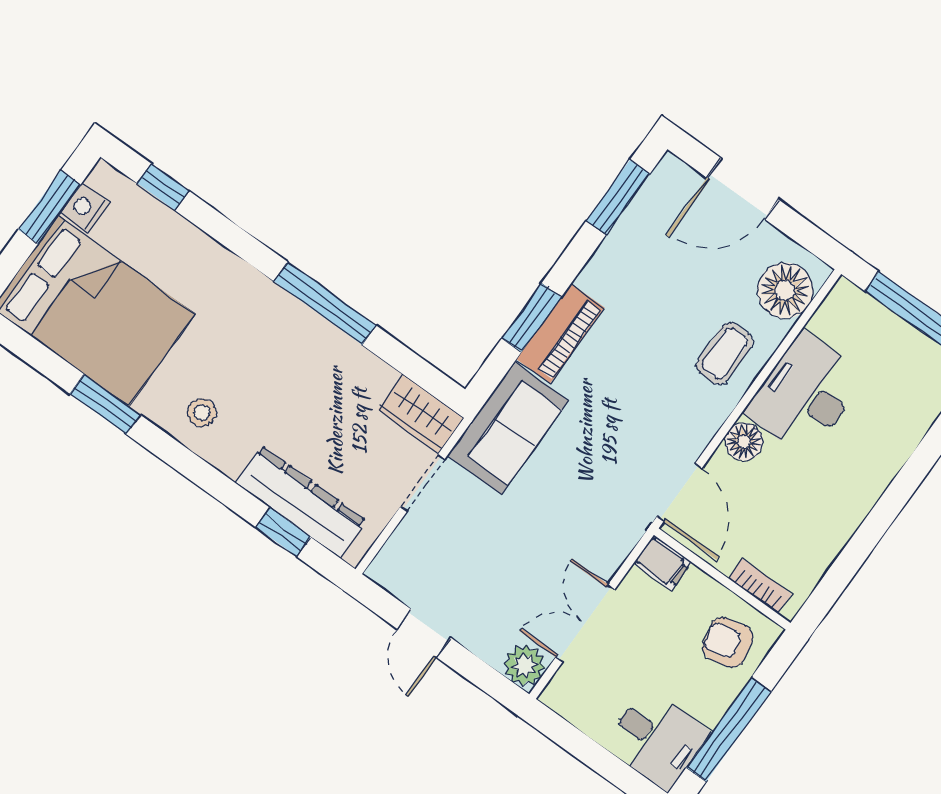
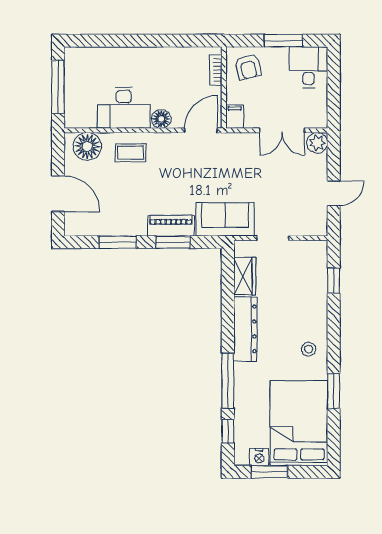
window: (618, 197) -> (118, 242), moved
window: (325, 303) -> (228, 381), moved
wardrobe: (421, 414) -> (245, 276), moved
dresser: (301, 502) -> (245, 329), moved, turned 180
window: (729, 730) -> (284, 41), width x0.69

